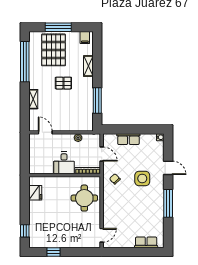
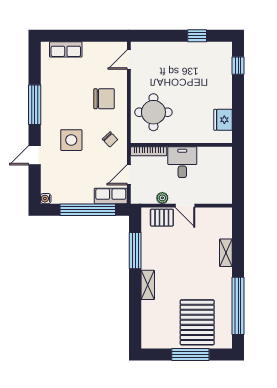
filing cabinet: (85, 38) -> (153, 340), removed
shelving: (88, 66) -> (148, 285), moved
pallet: (63, 83) -> (162, 218), moved
window: (131, 129) -> (88, 210), added
door: (45, 132) -> (185, 206), moved
row of seats: (128, 139) -> (111, 196), moved
door: (102, 154) -> (129, 175), hinge flipped
door: (168, 168) -> (35, 155), hinge flipped
chair: (119, 208) -> (104, 99), added

